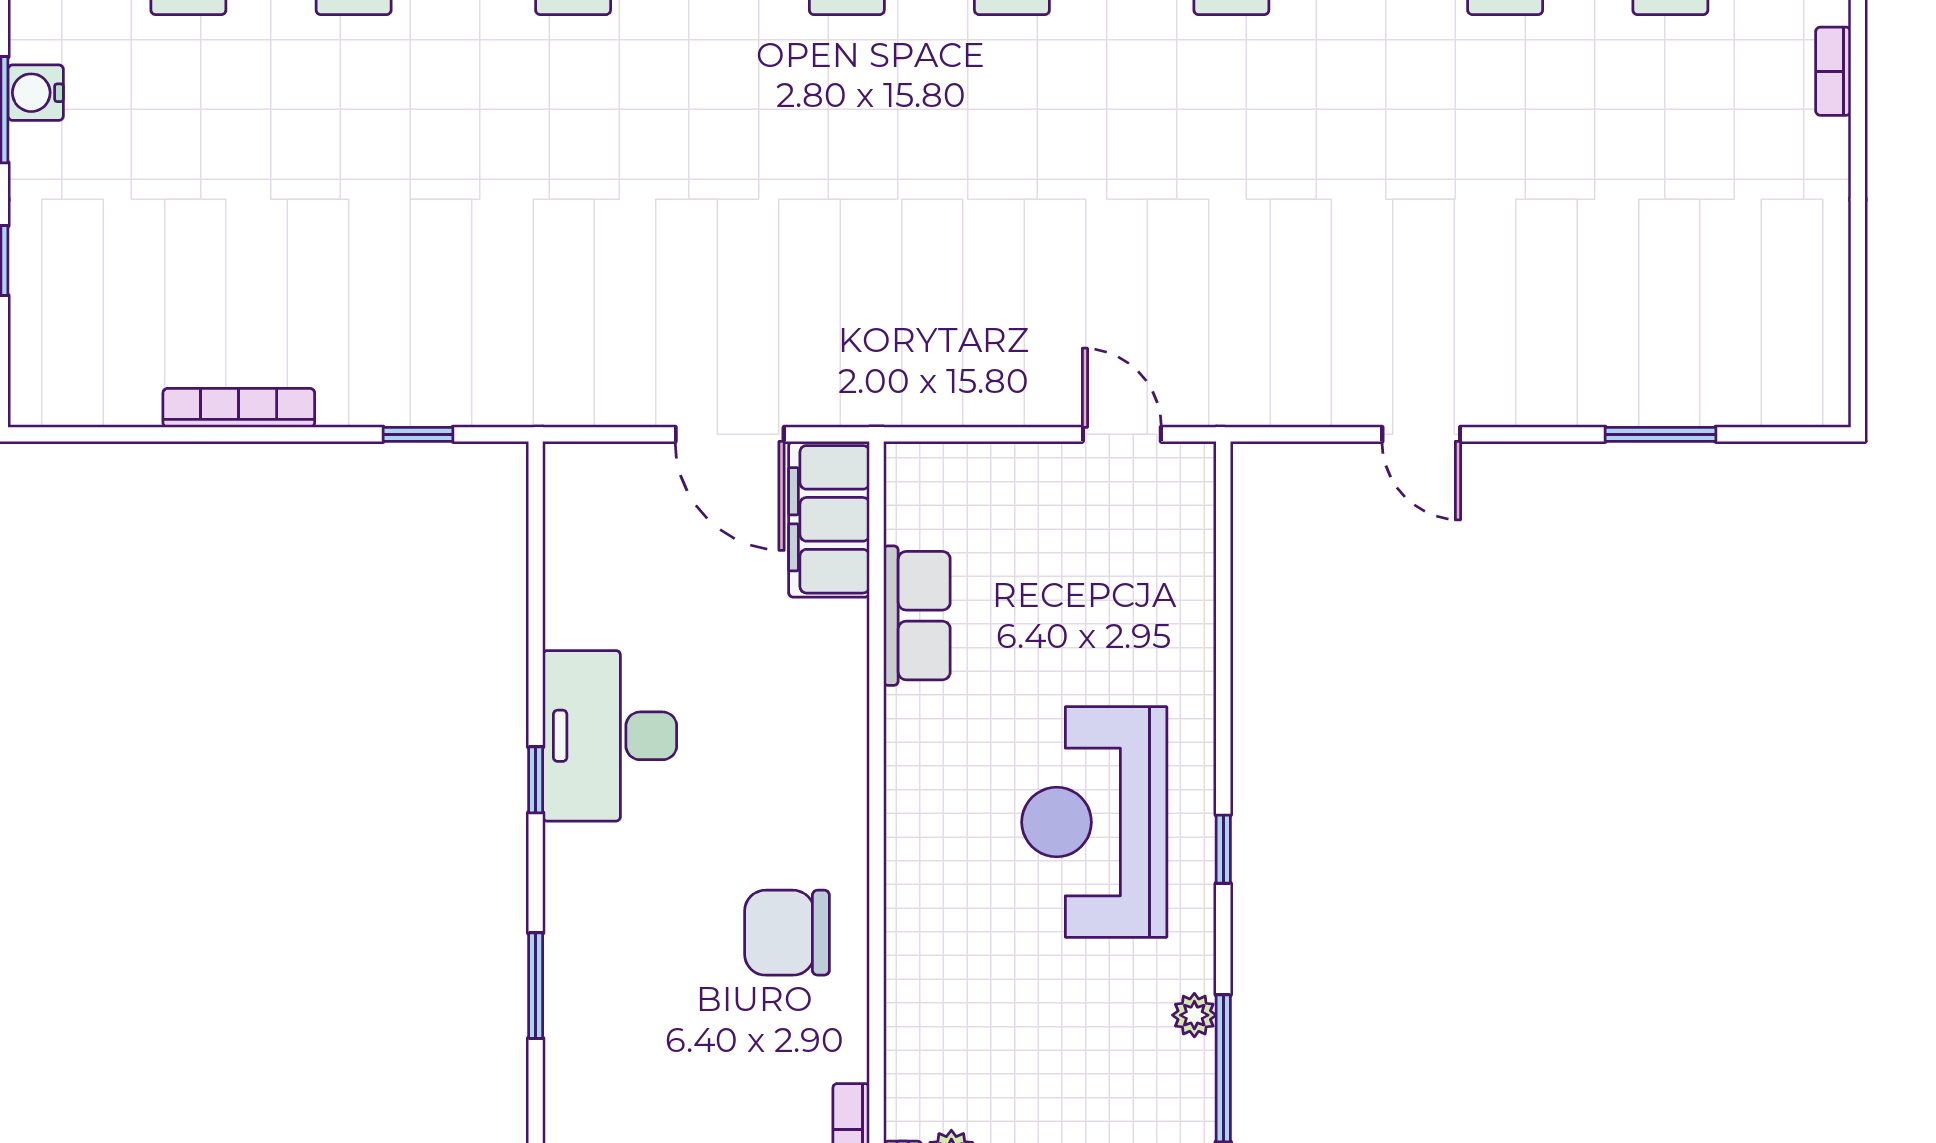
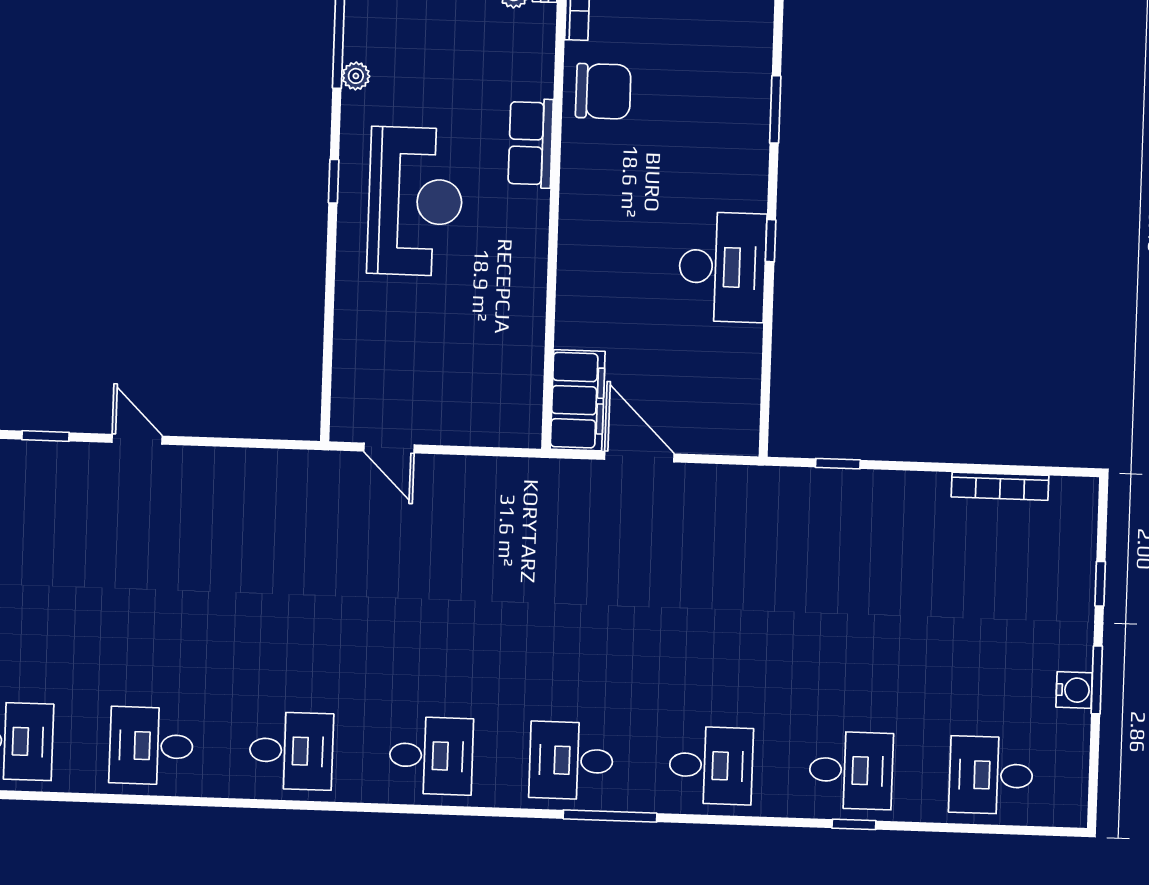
bookcase: (239, 408) -> (1000, 486), moved
door: (1421, 434) -> (137, 439), moved
window: (1661, 434) -> (46, 436), width x0.67
row of seats: (917, 616) -> (531, 143), moved
chair: (787, 933) -> (603, 91), moved

